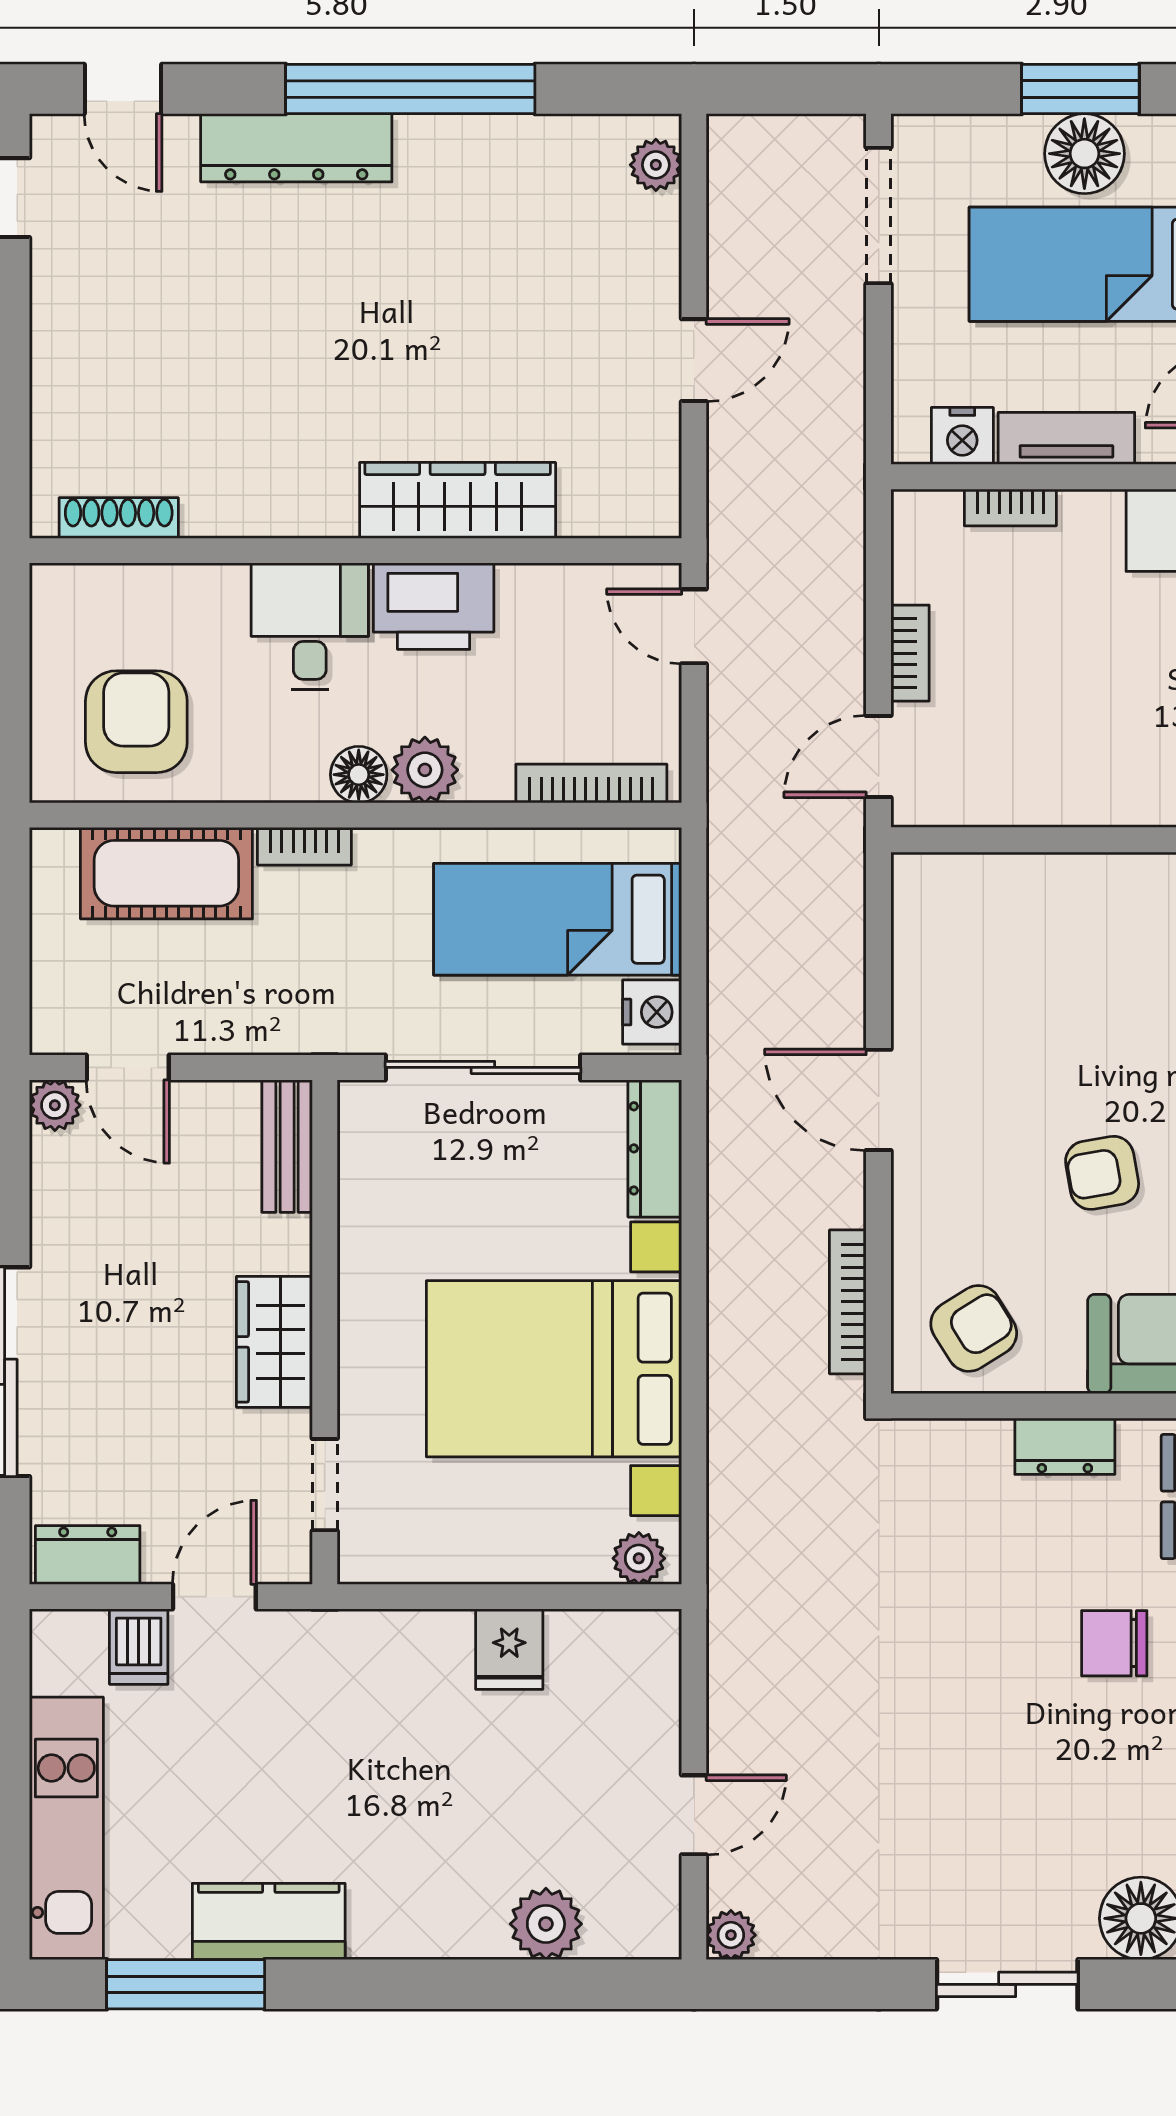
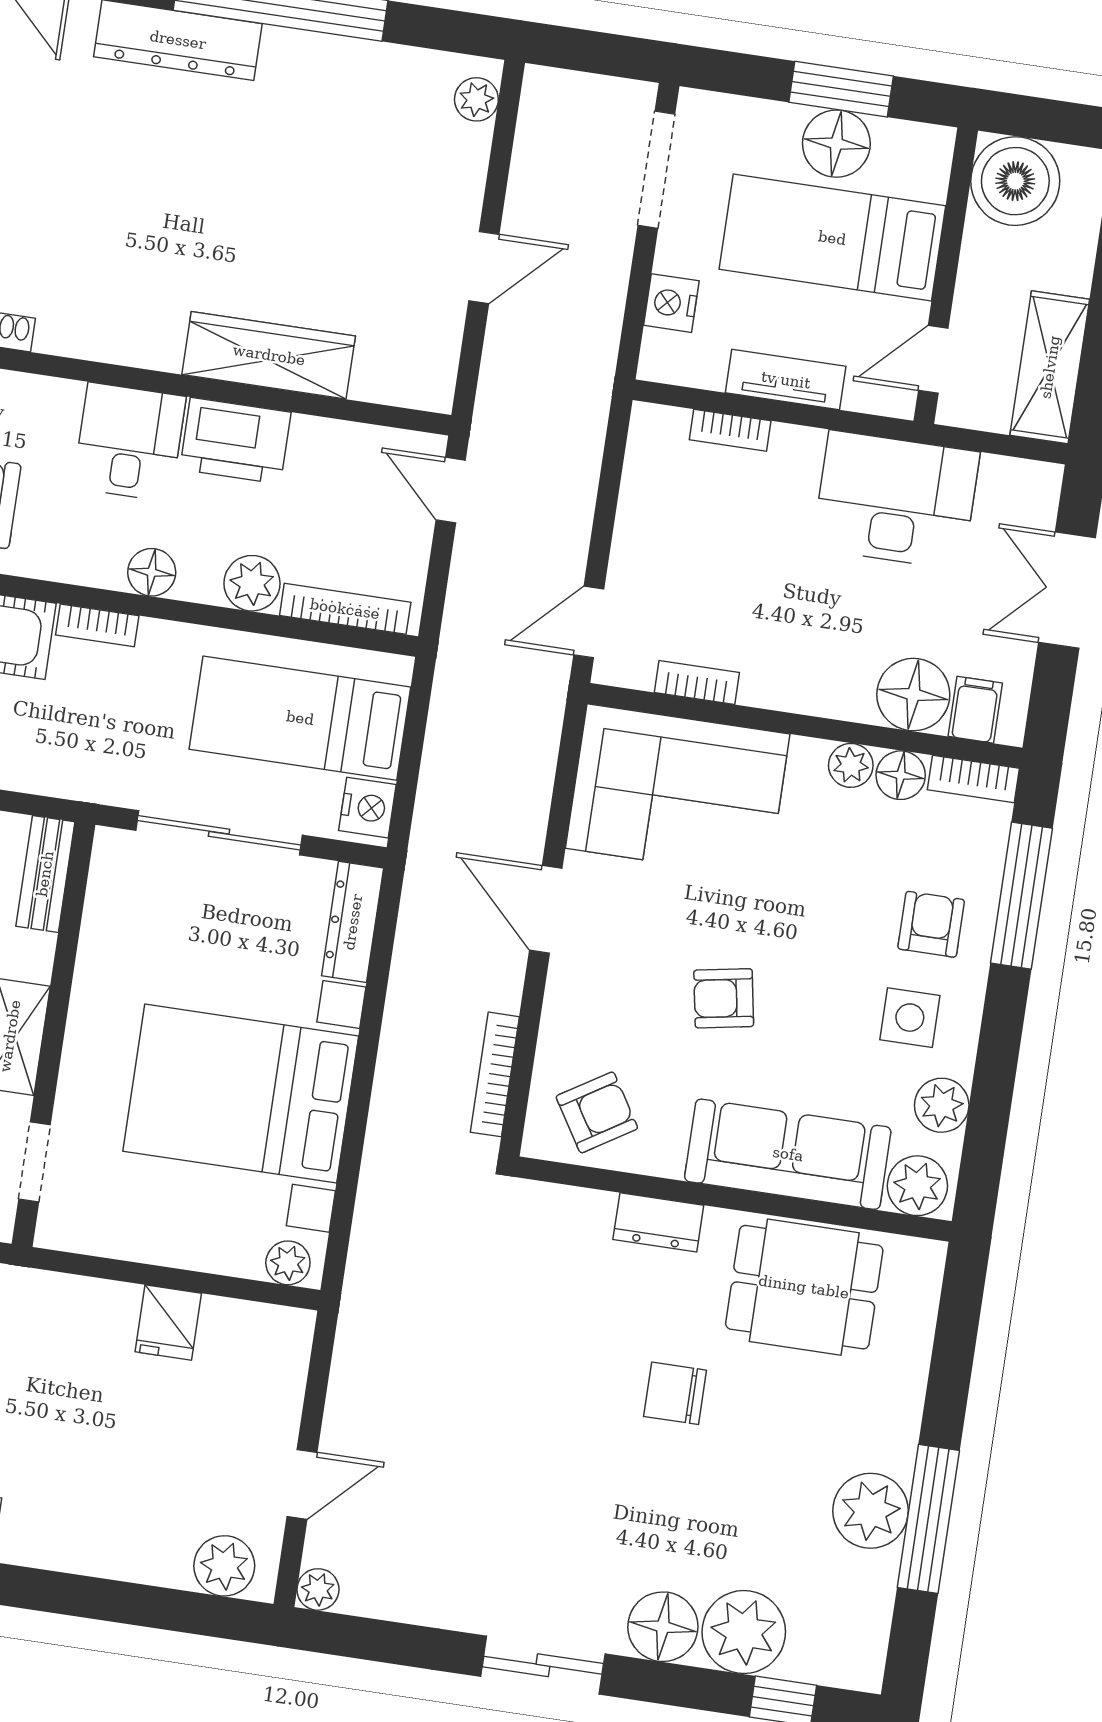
nightstand: (962, 436) -> (671, 303), moved, turned 90
bookcase: (910, 653) -> (697, 683), moved, turned -90
plant: (425, 770) -> (252, 583), moved
corner sofa: (1012, 939) -> (678, 791), added
plant: (546, 1924) -> (224, 1566), moved

